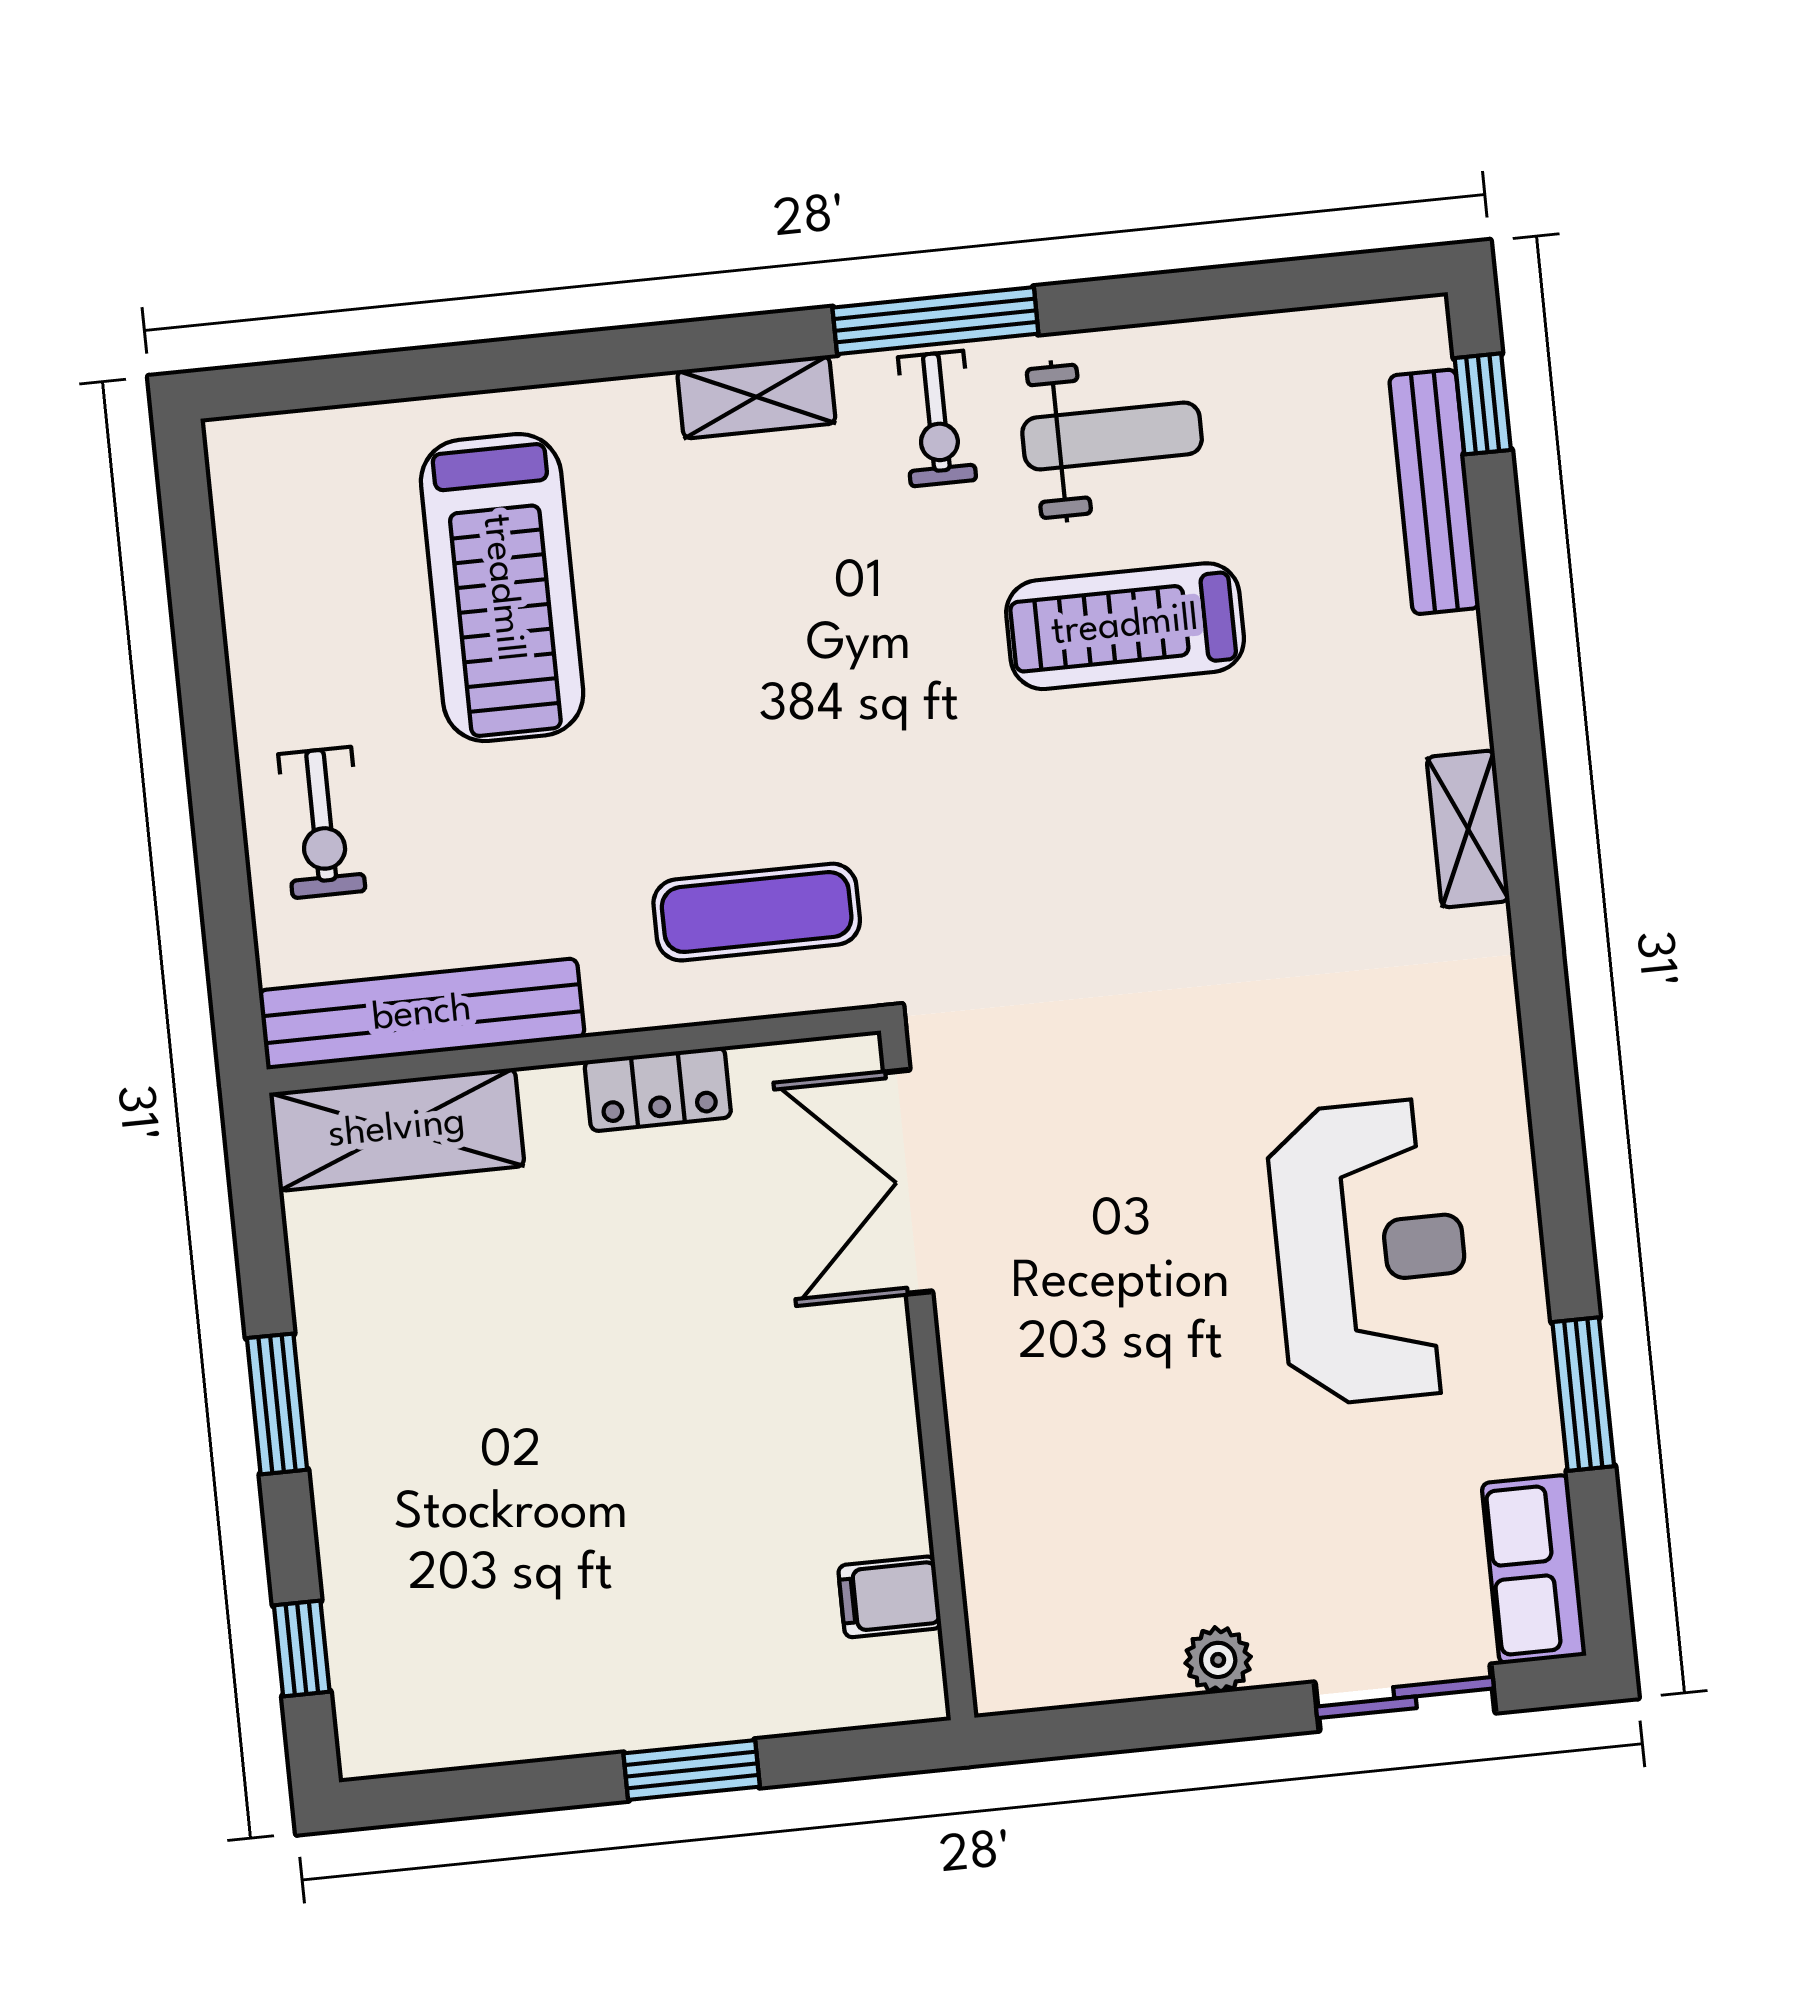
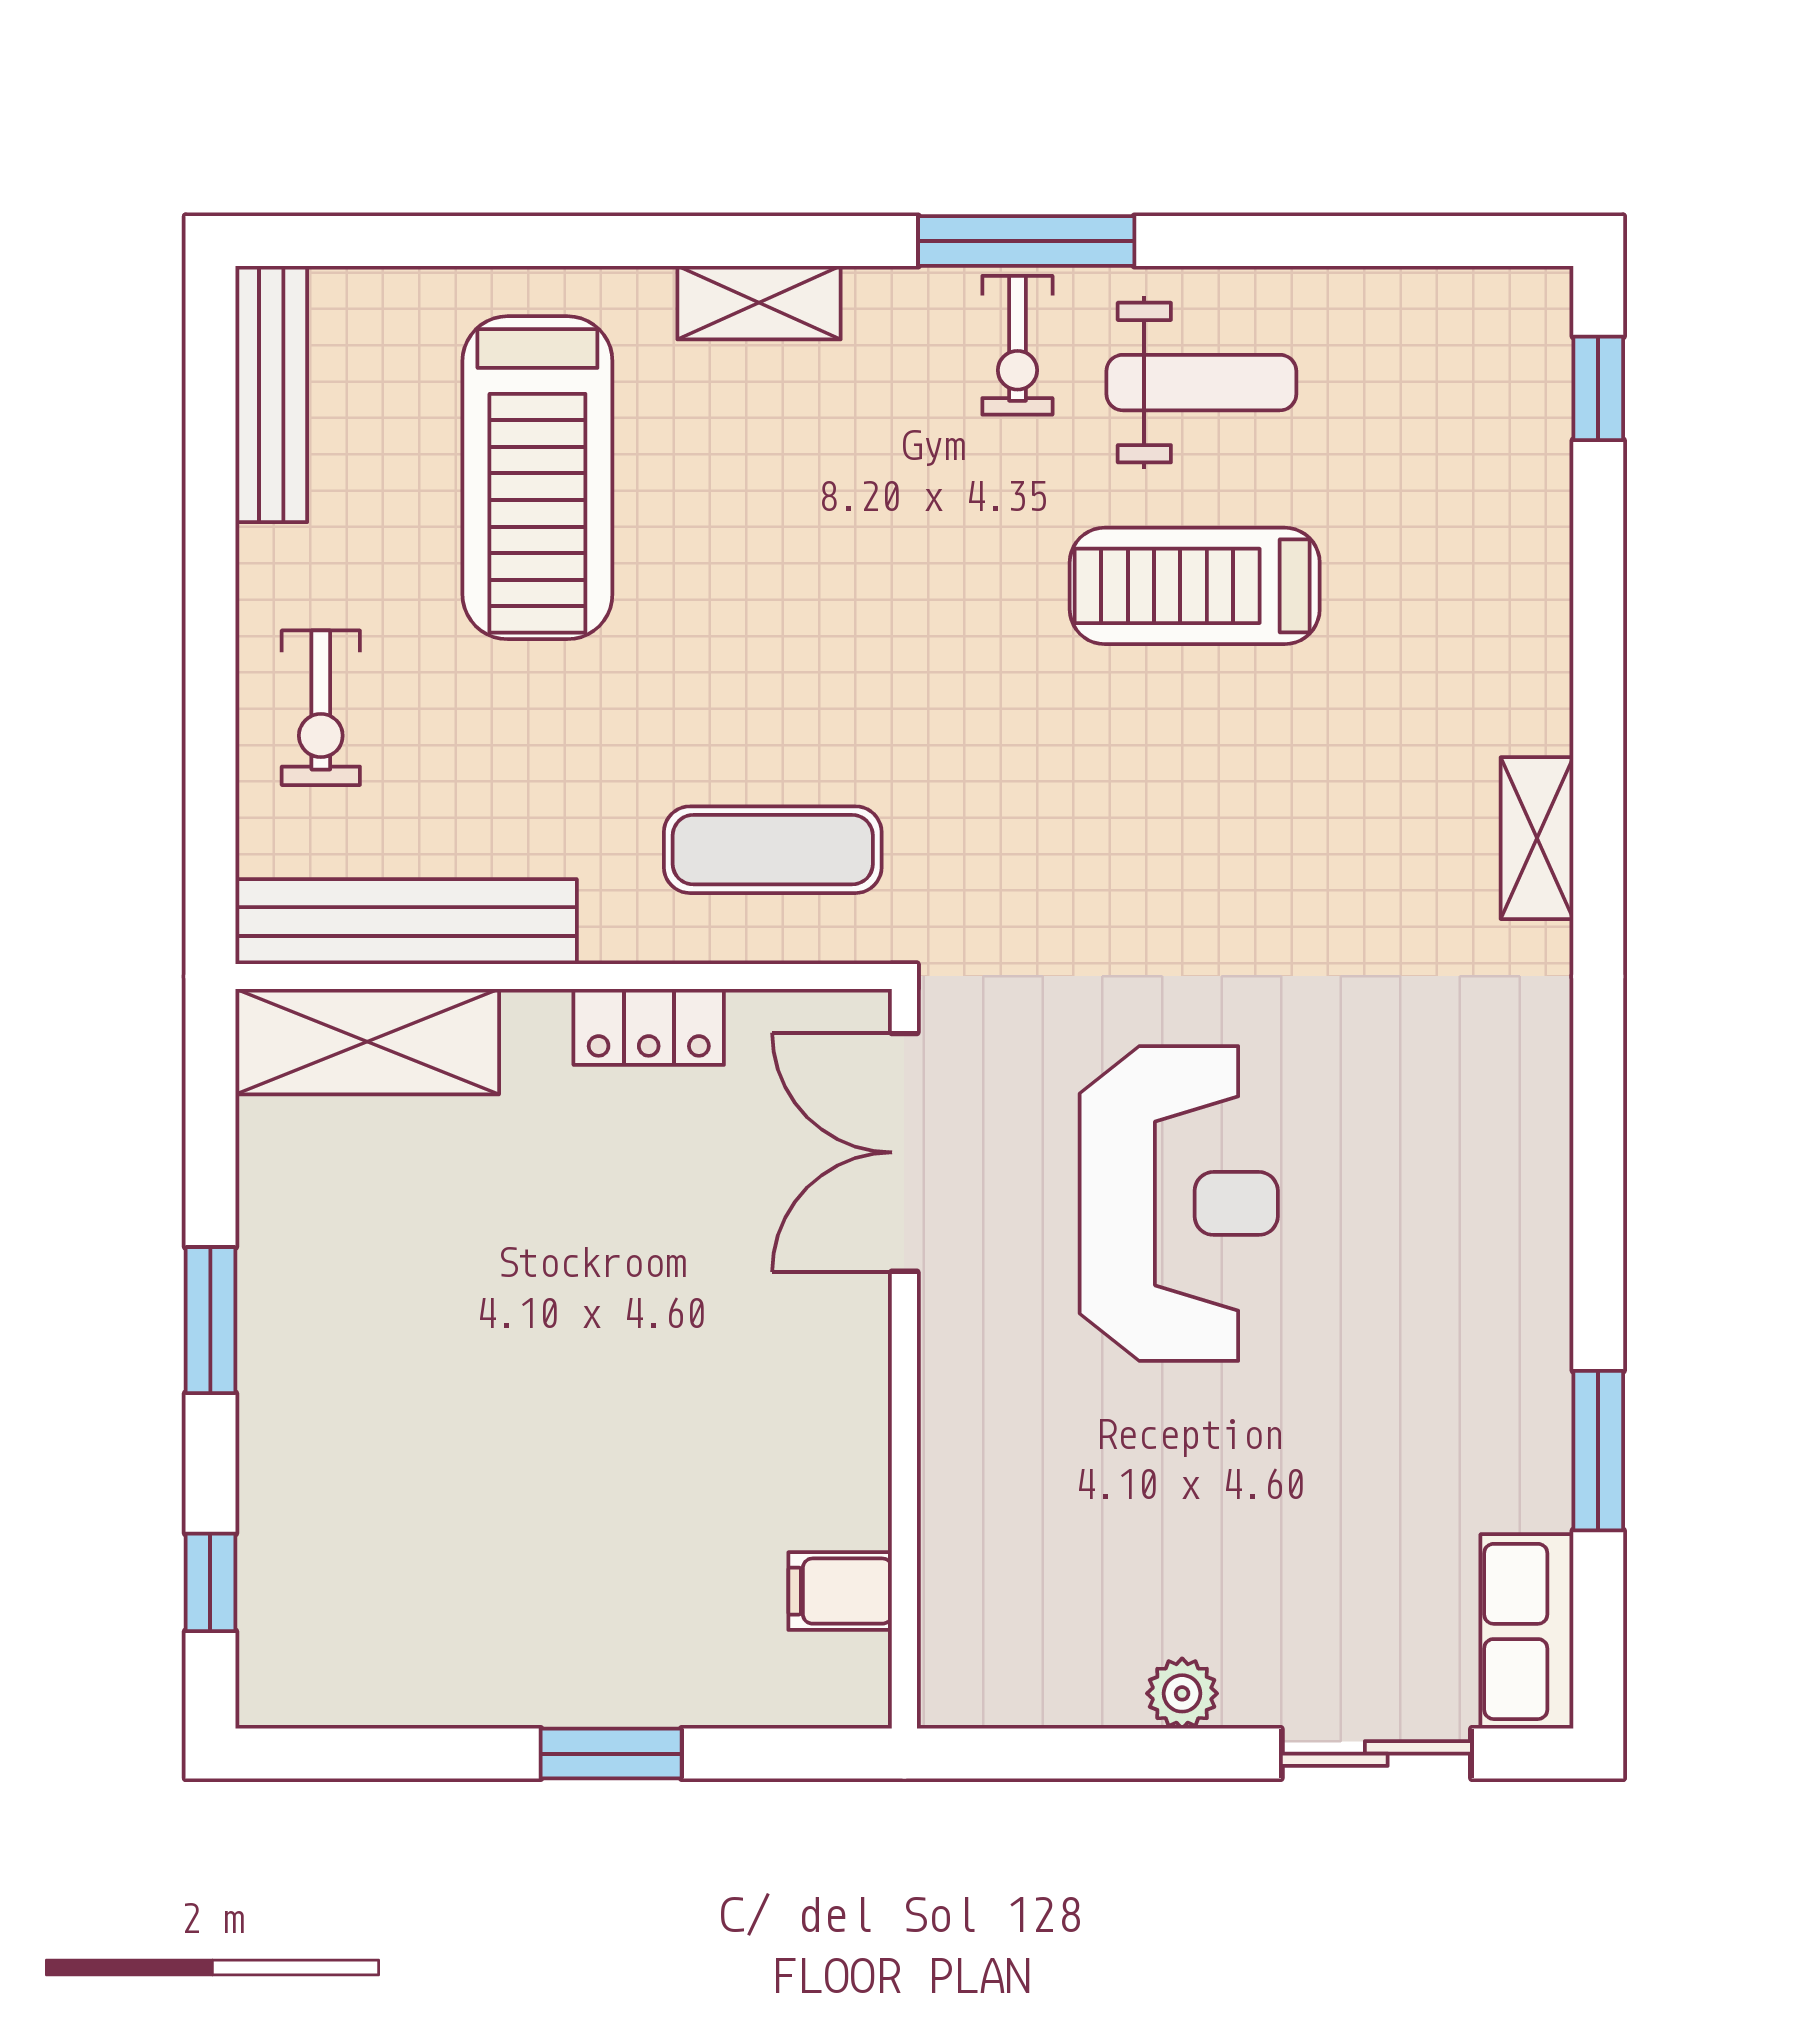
shelving: (756, 397) -> (759, 303), moved
bench: (1434, 492) -> (271, 394), moved
reception desk: (1371, 1252) -> (1179, 1203), moved

